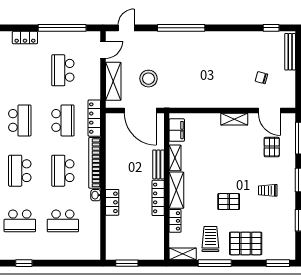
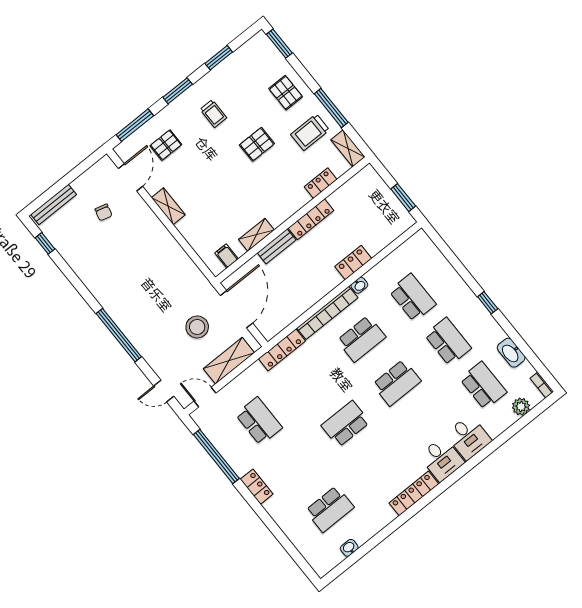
school desk: (63, 70) -> (259, 421), turned -90
school desk: (63, 120) -> (310, 380), removed
filing cabinet: (177, 130) -> (226, 256), width x0.50
shelving: (176, 190) -> (288, 207), removed
pallet: (229, 202) -> (257, 144), turned 90
pallet: (246, 243) -> (286, 93), width x0.67, depth x0.71

